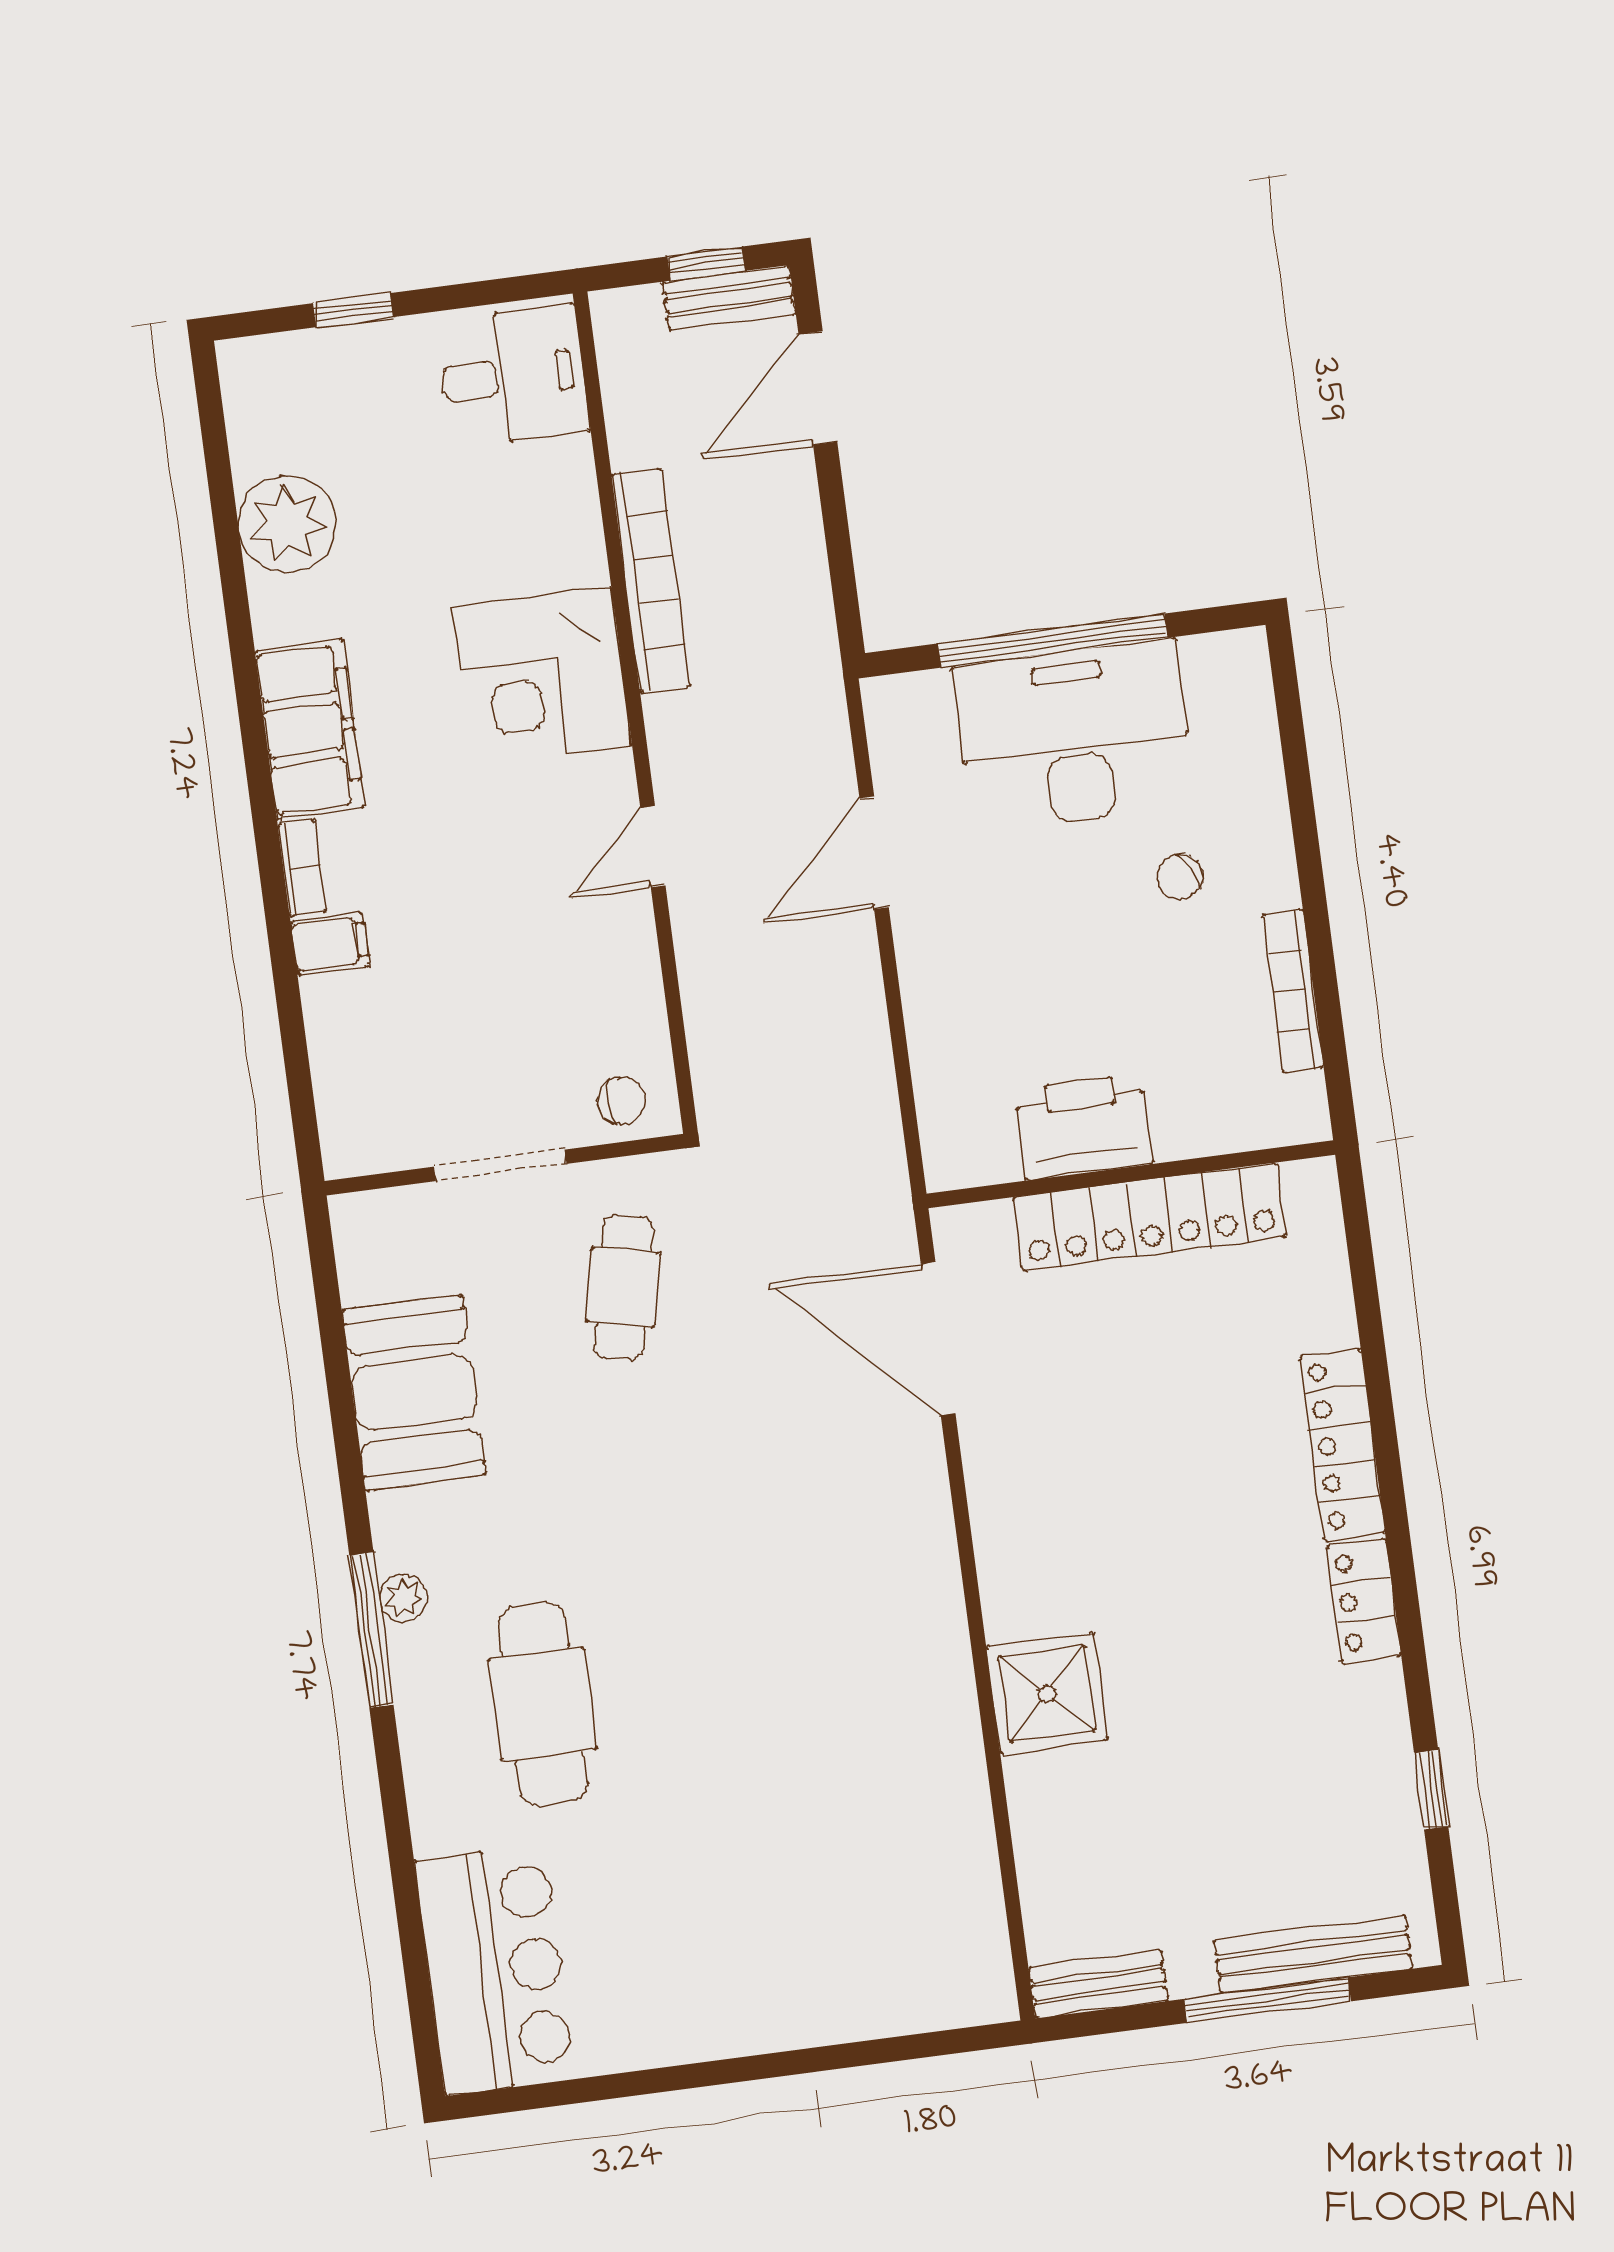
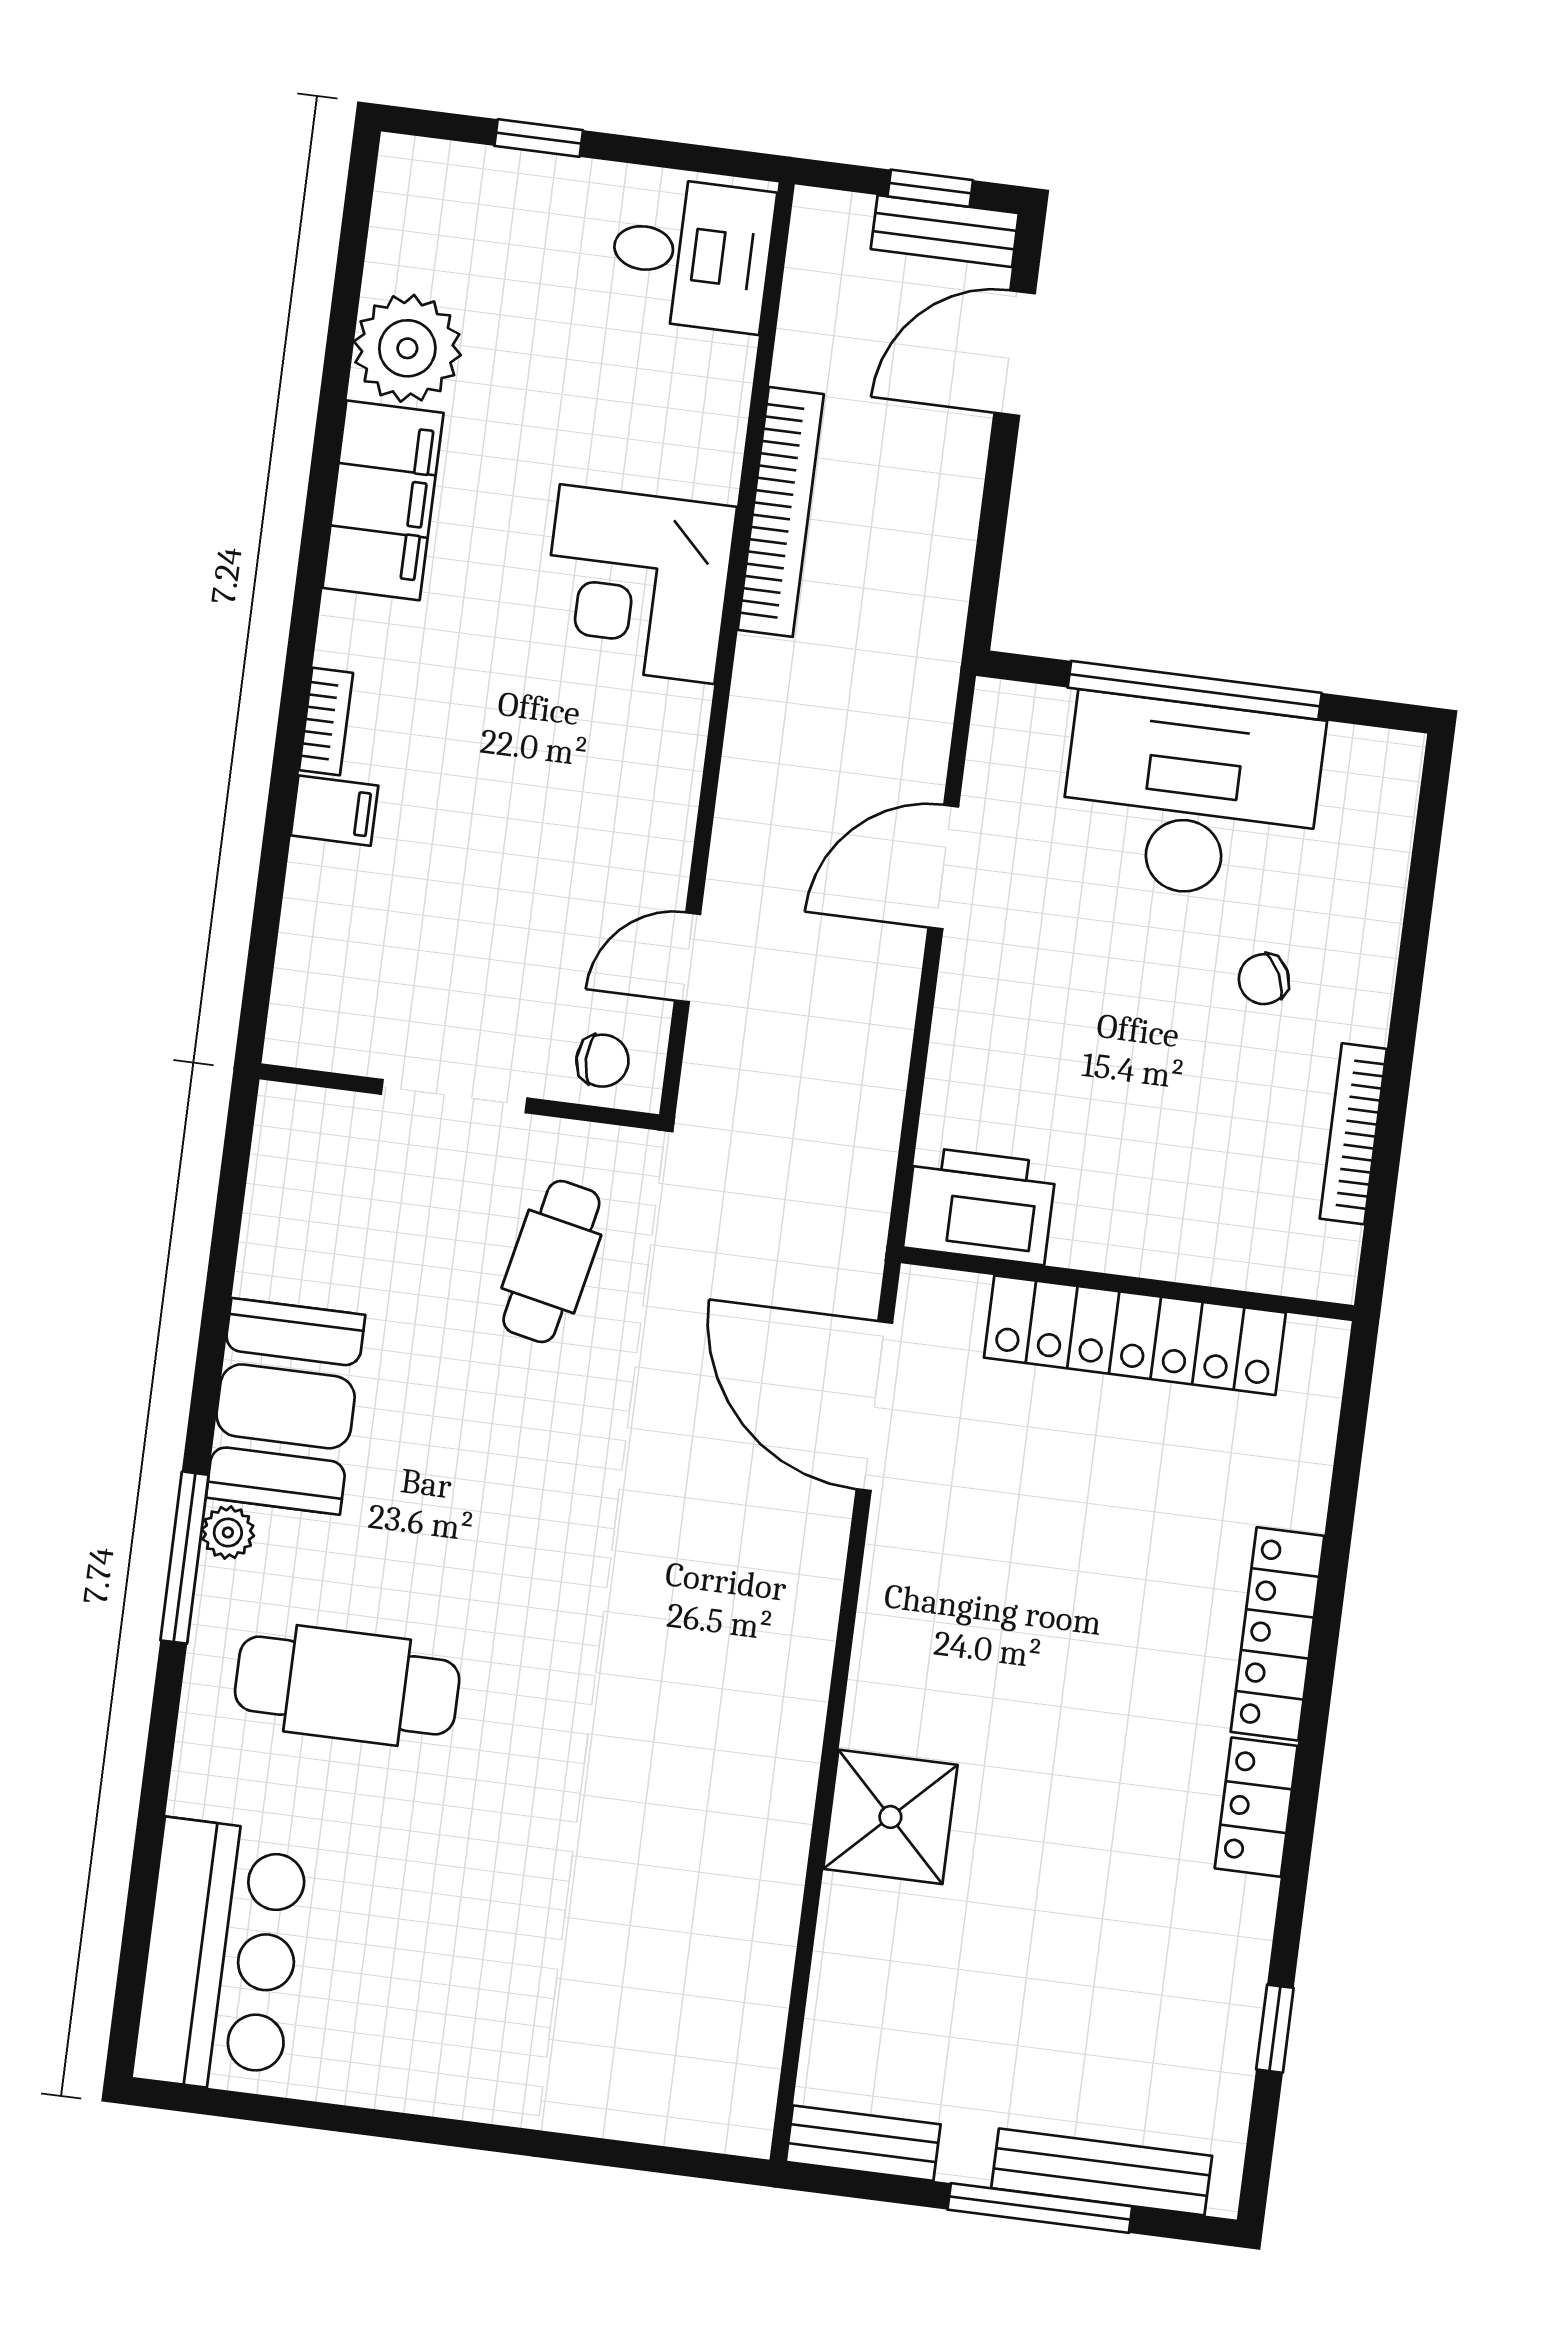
filing cabinet: (310, 729) -> (383, 500), moved
door: (653, 846) -> (688, 957), moved
printer: (1084, 1126) -> (980, 1206), moved
booth: (414, 1393) -> (286, 1406), moved
cafe table: (543, 1704) -> (347, 1686), turned 90

